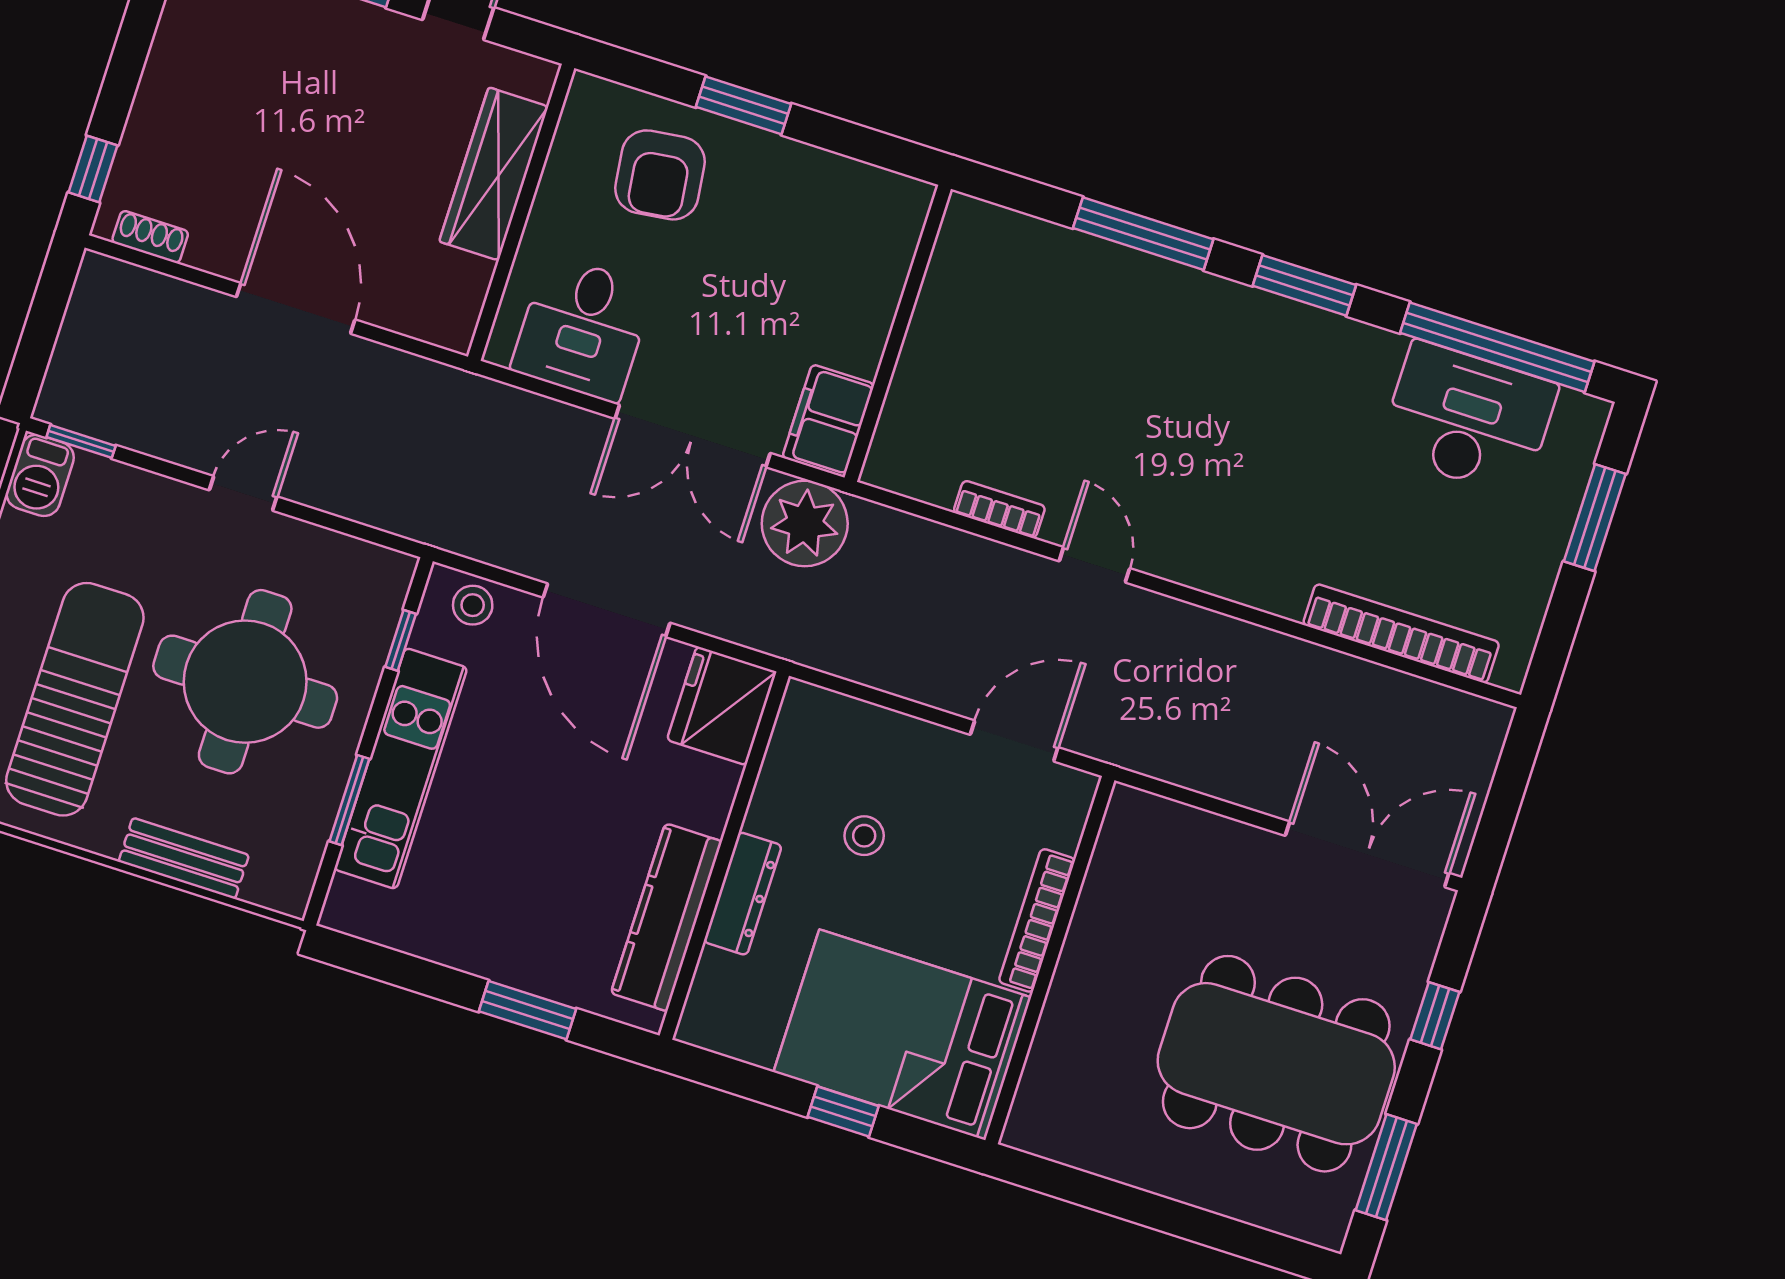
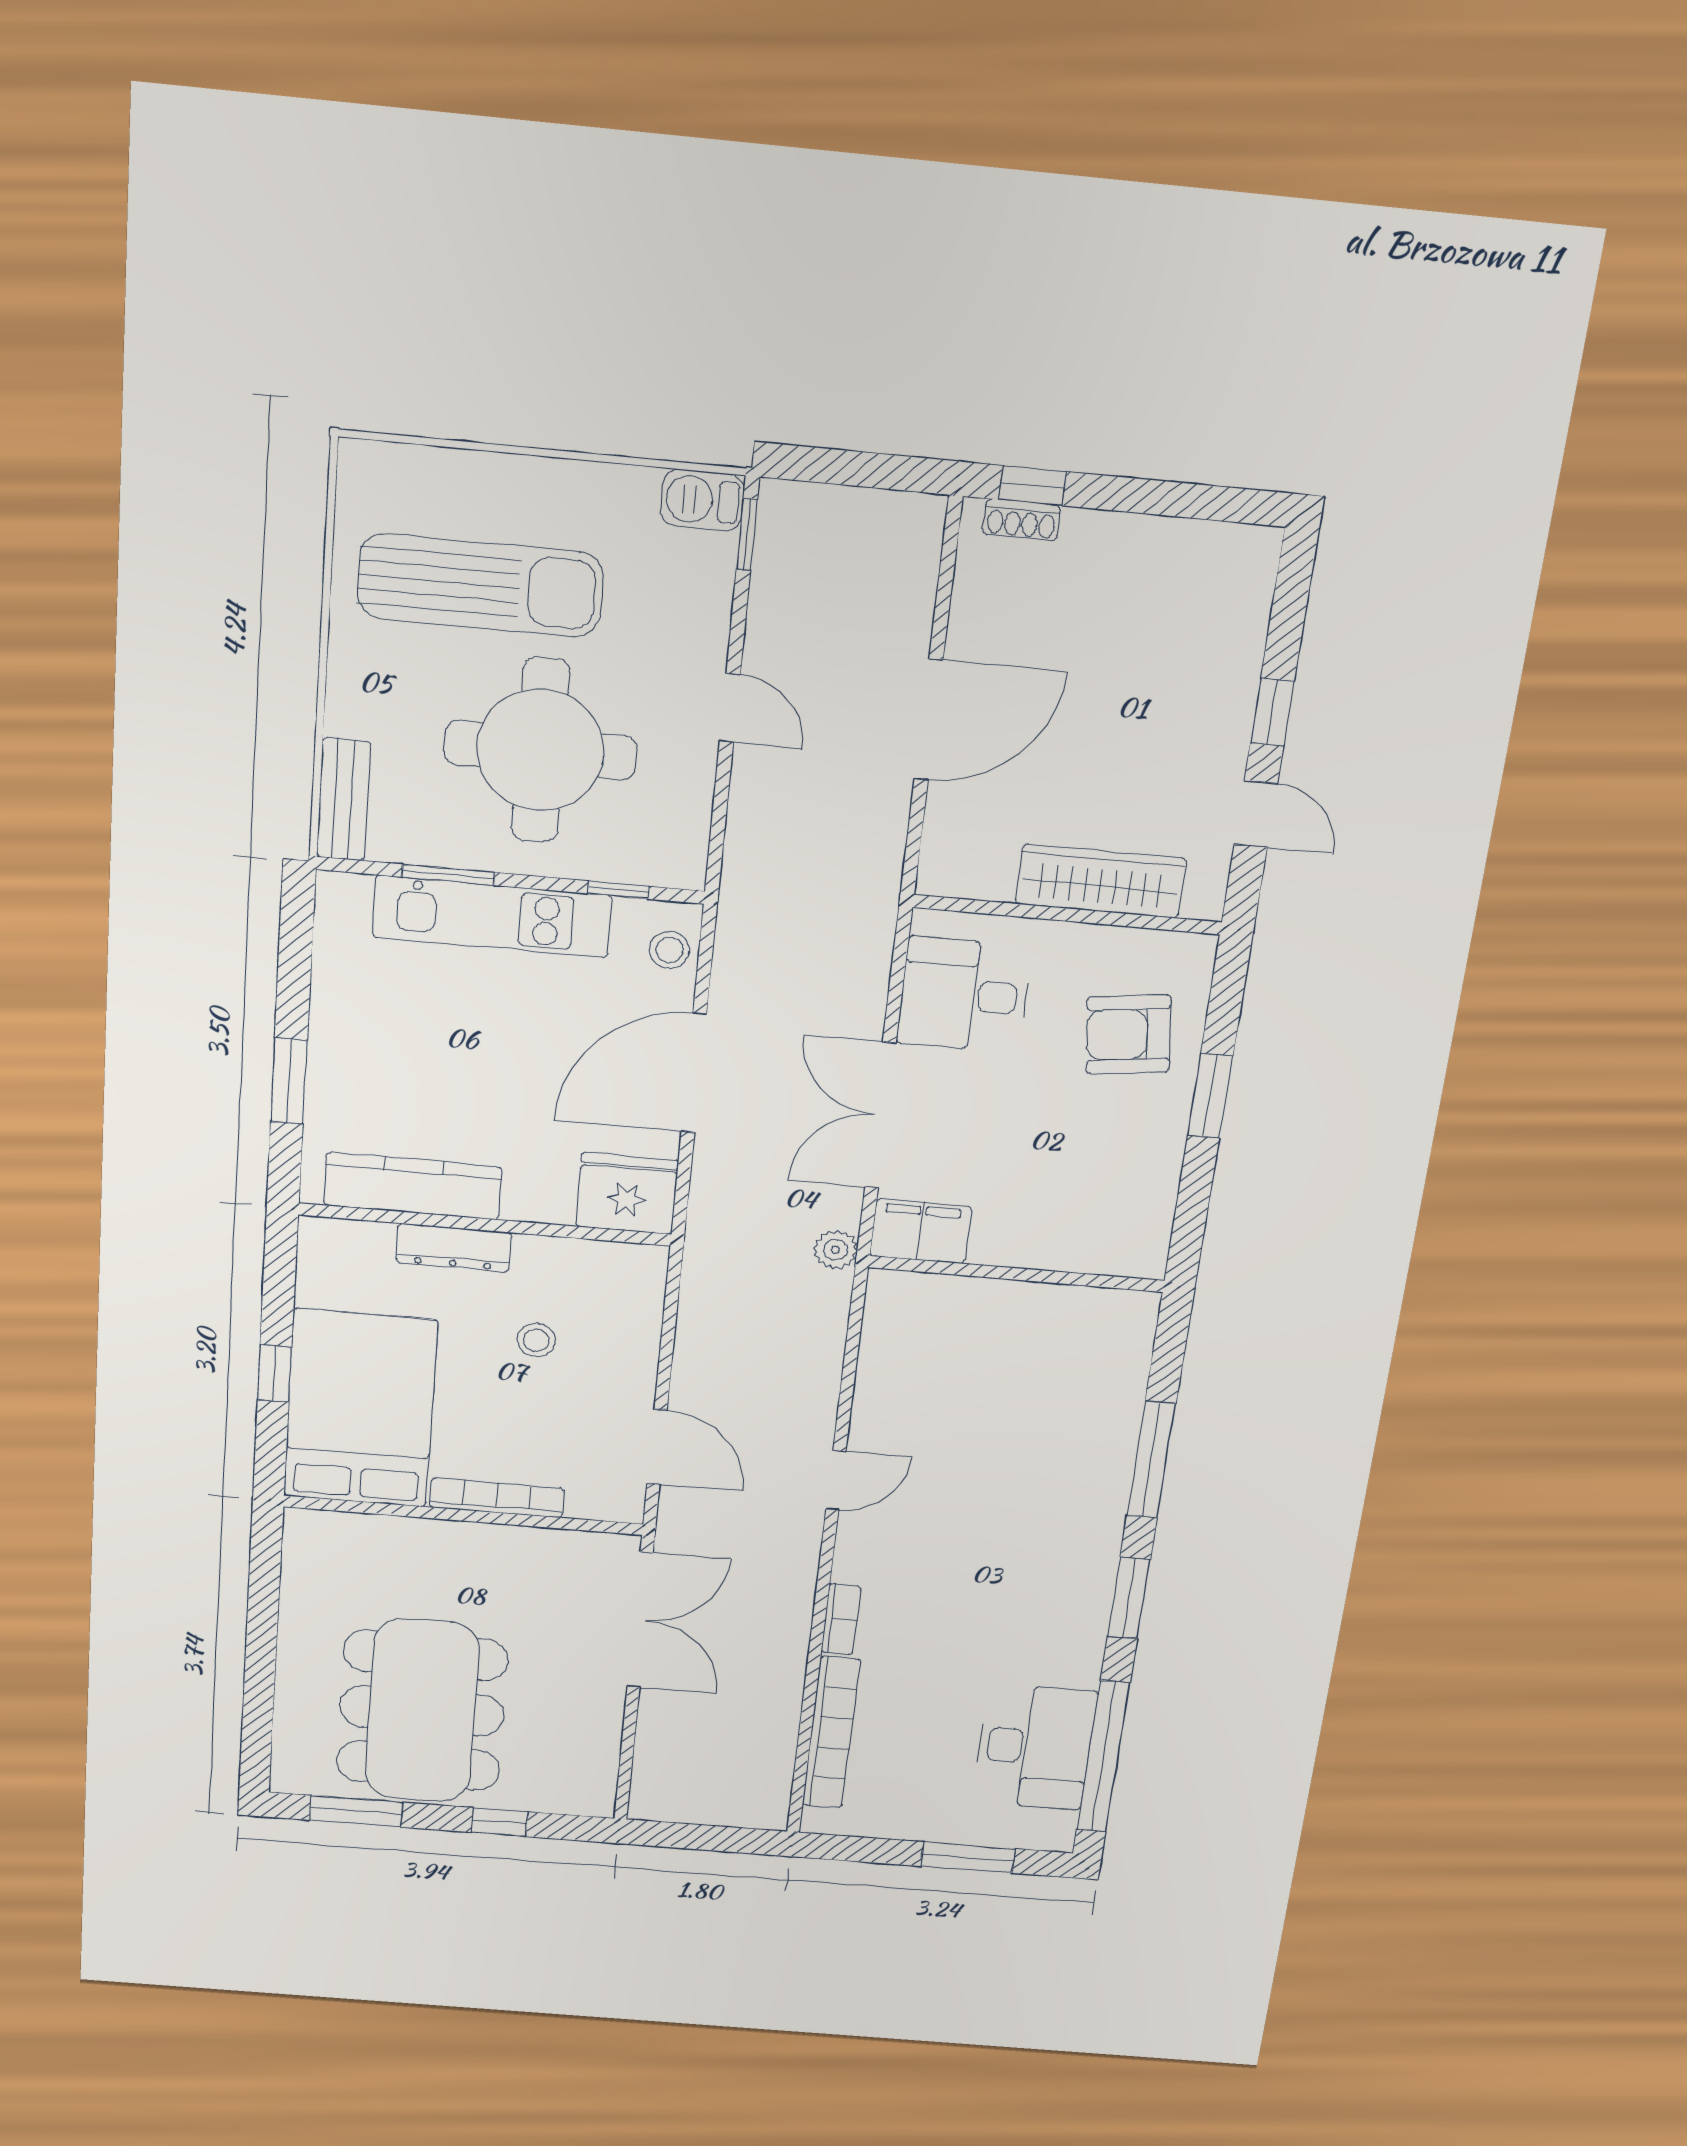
shoe rack: (150, 237) -> (1022, 520), moved, turned 90
bookcase: (999, 509) -> (841, 1619), moved
plant: (805, 523) -> (835, 1250), width x0.53, depth x0.53
double door: (1367, 854) -> (640, 1620), moved
bench: (184, 858) -> (343, 799), moved

